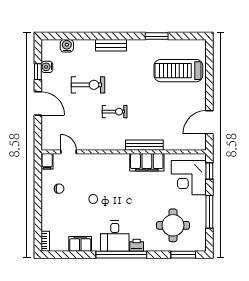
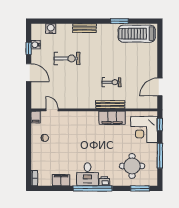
treadmill: (178, 71) -> (137, 34), moved
exercise bike: (115, 112) -> (111, 82), moved

